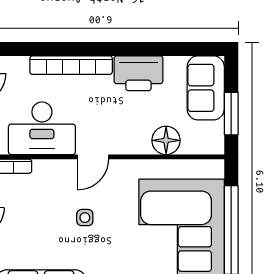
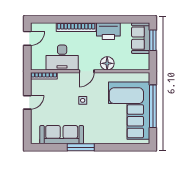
window: (231, 114) -> (153, 40), moved
floor lamp: (166, 140) -> (107, 63), moved

